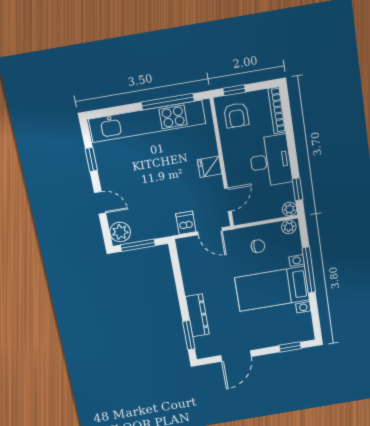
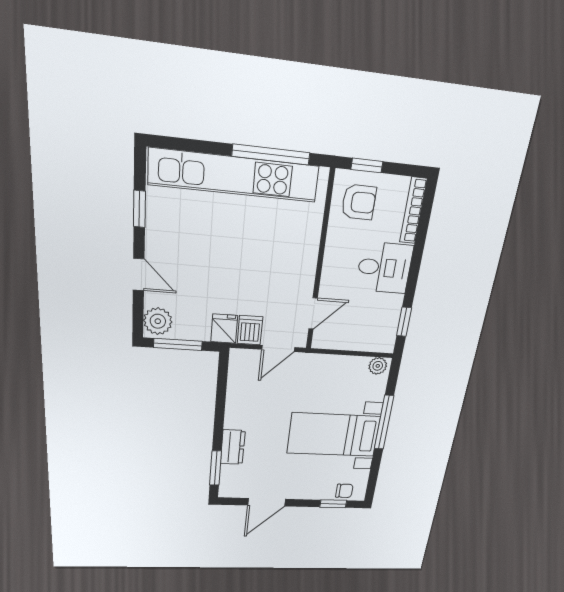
armchair: (236, 115) -> (359, 202), turned -90
desk: (270, 161) -> (384, 268), width x0.73
fridge: (210, 167) -> (224, 329), moved, turned 90
plant: (290, 209) -> (386, 344), removed
door: (210, 231) -> (278, 348), hinge flipped
chair: (258, 246) -> (344, 491), moved
dresser: (197, 315) -> (233, 447), width x0.70

